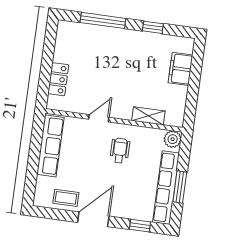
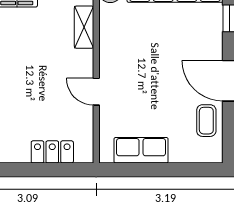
row of seats: (50, 146) -> (141, 150), width x0.68
wheelchair: (120, 151) -> (135, 58), removed

